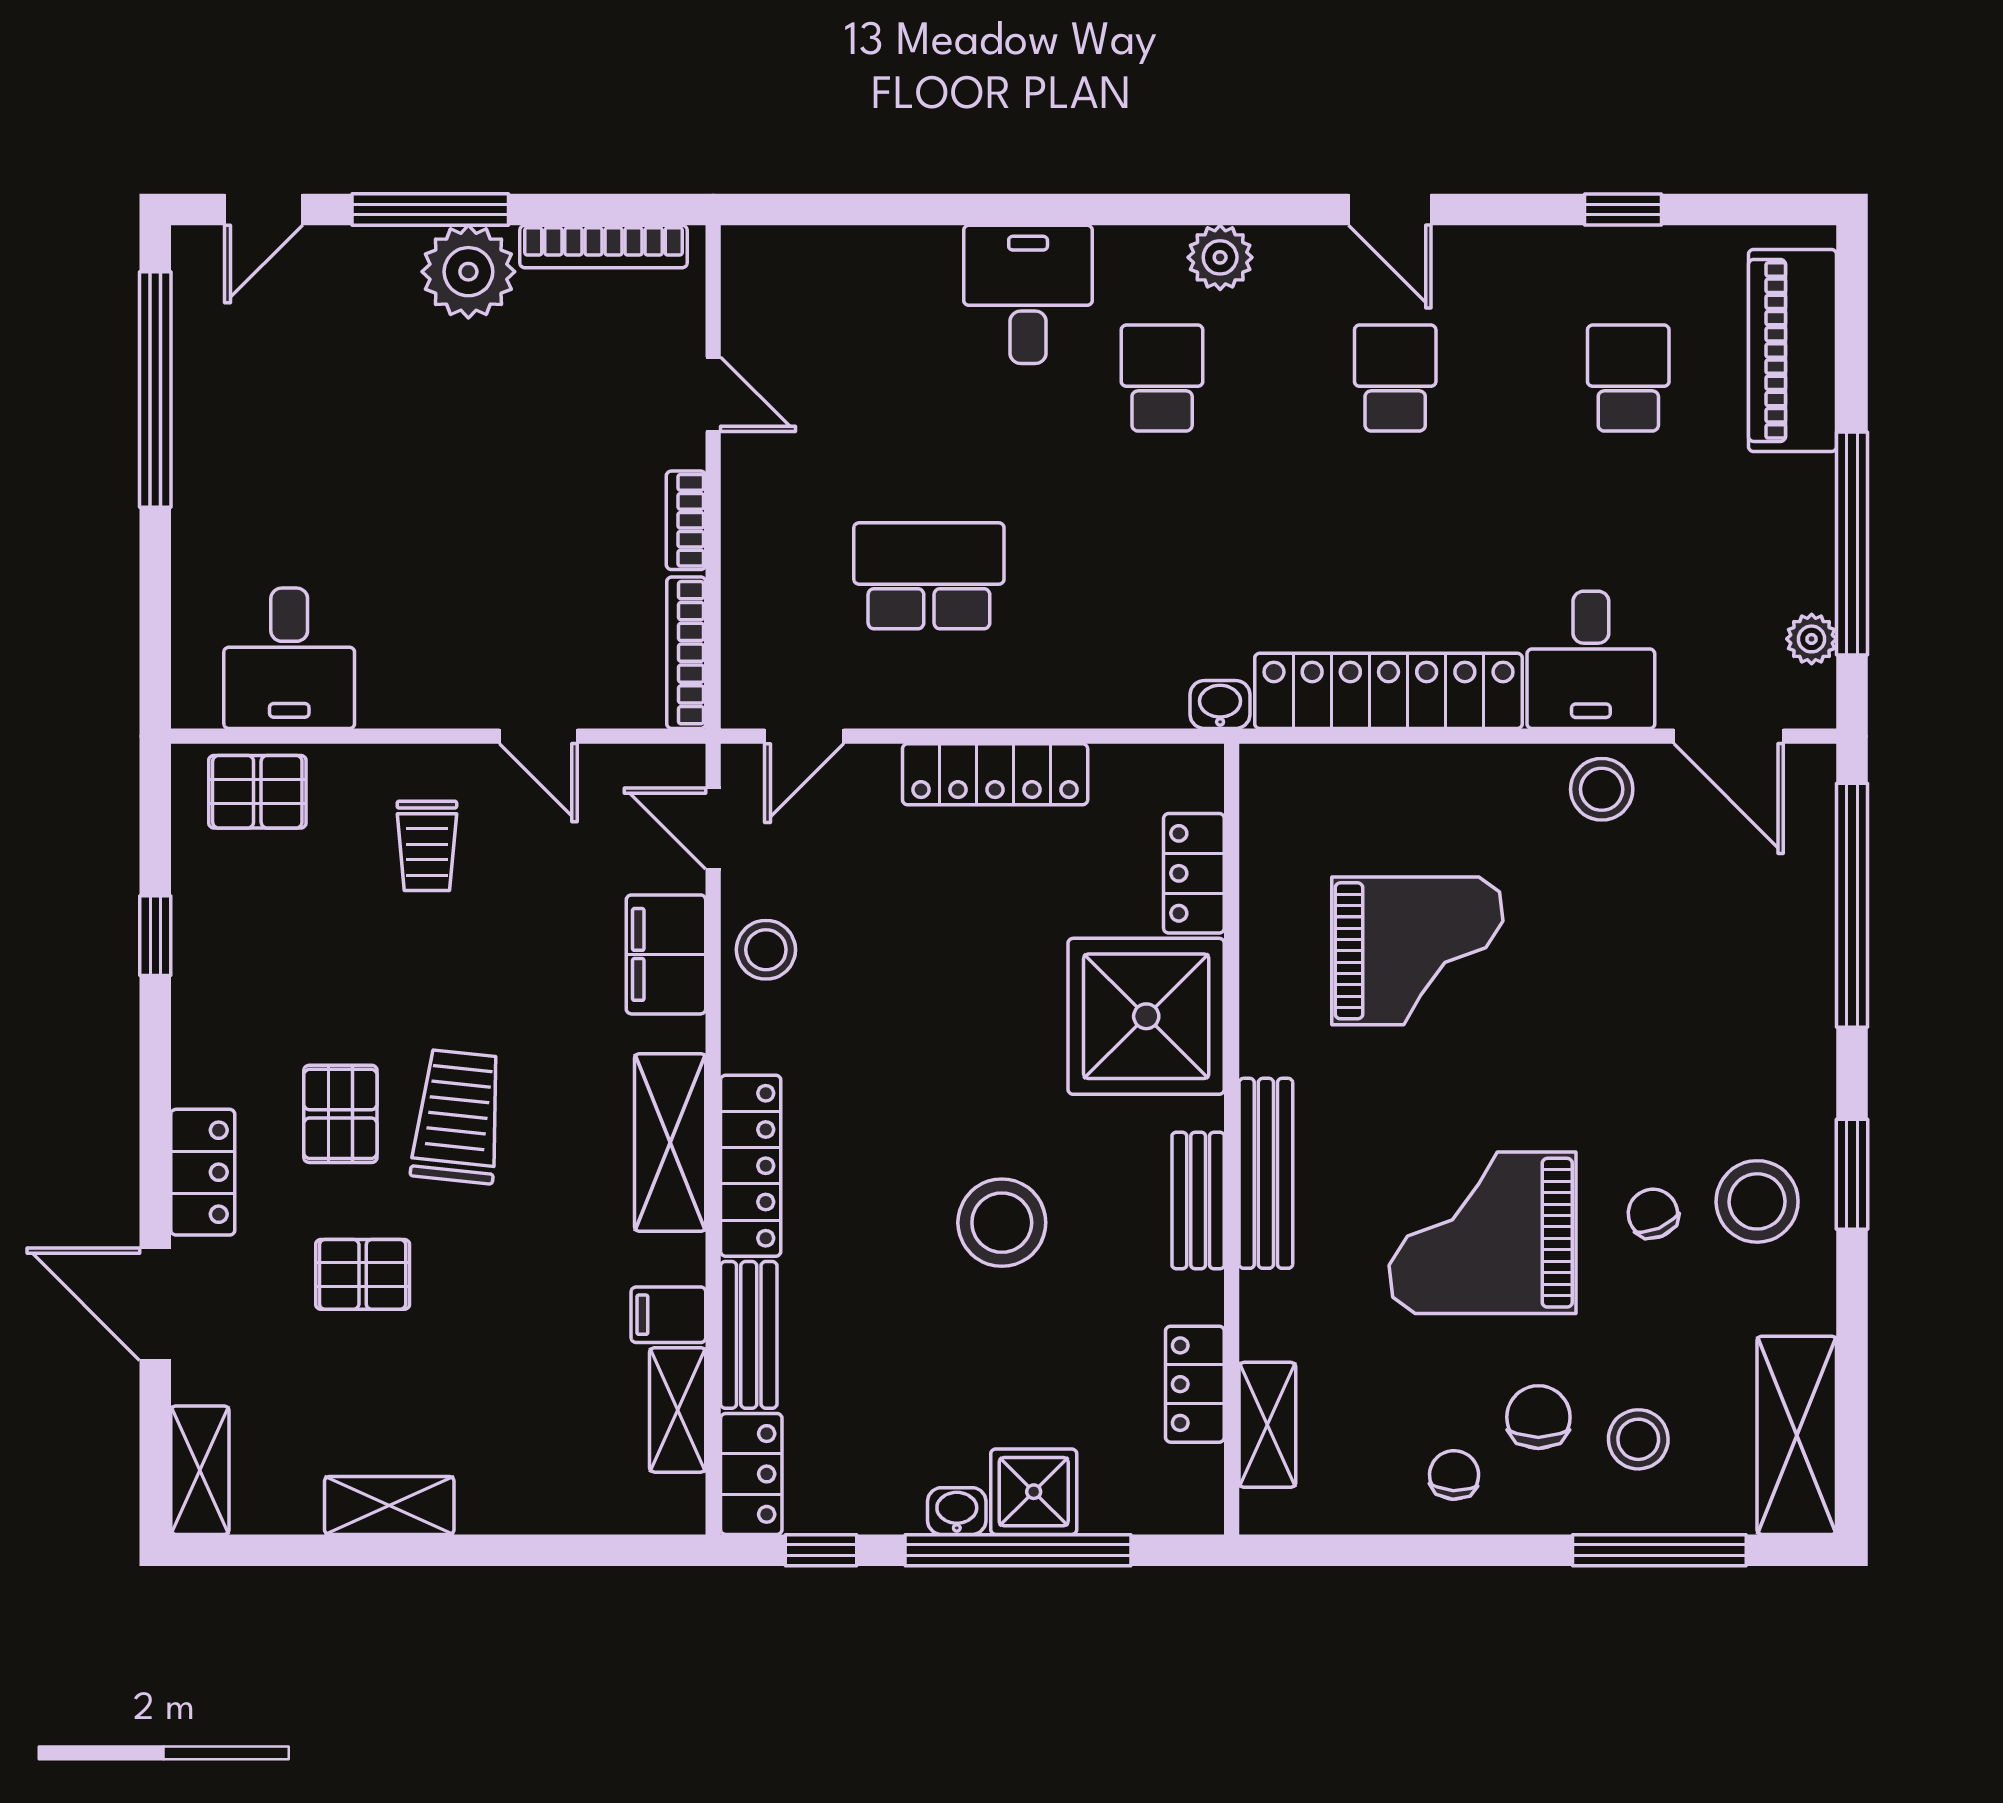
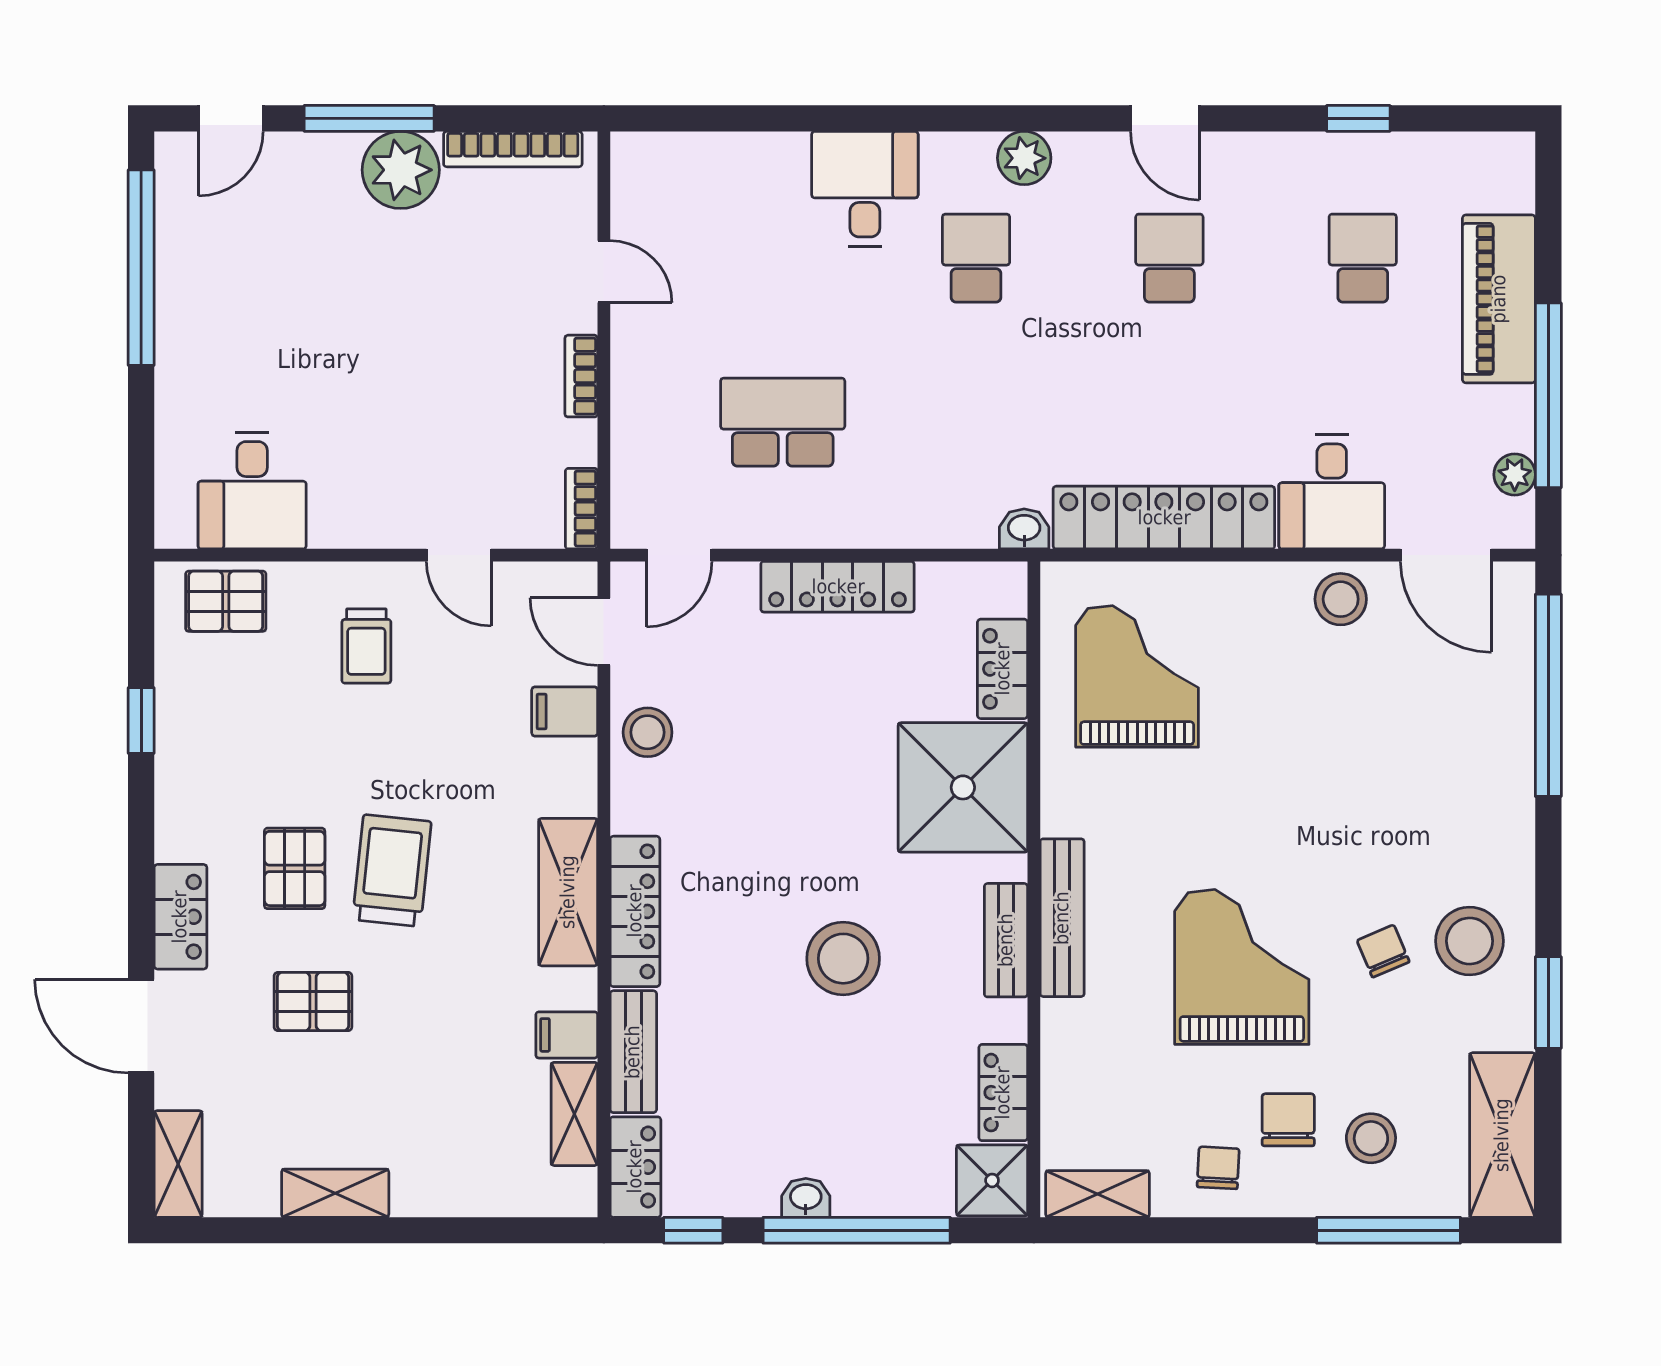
piano: (1793, 350) -> (1499, 299), moved
bookcase: (686, 653) -> (581, 509), width x0.64
grand piano: (1417, 951) -> (1137, 676), moved, turned -90
filing cabinet: (666, 954) -> (565, 711), width x0.50
window: (1852, 1174) -> (1548, 1002), moved
grand piano: (1482, 1233) -> (1242, 967), turned 90
shelving: (1267, 1425) -> (1098, 1194), moved, turned 90
shower: (1034, 1492) -> (992, 1180), moved

